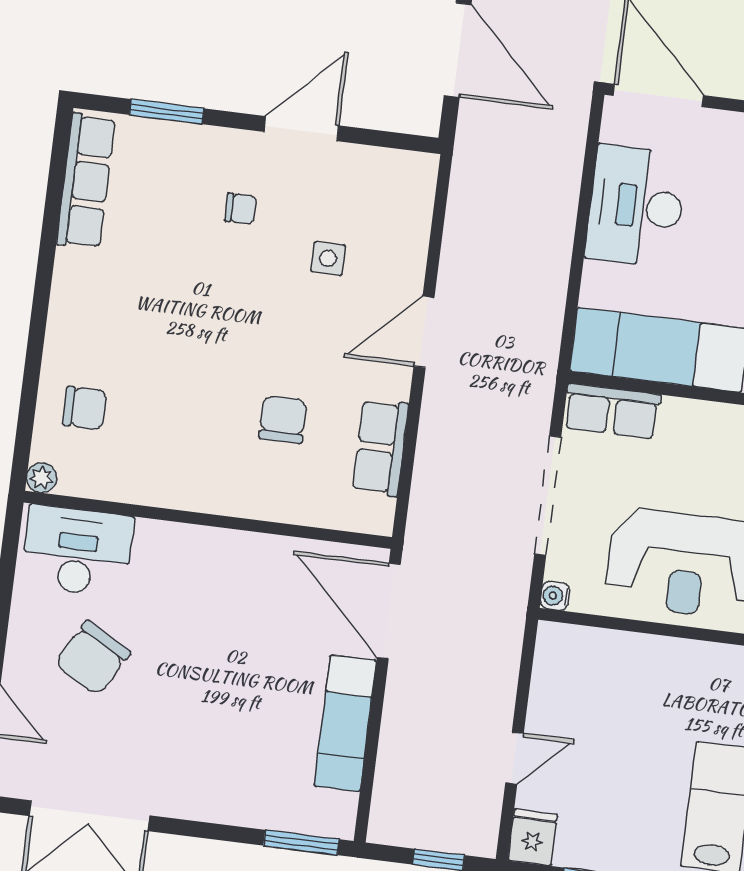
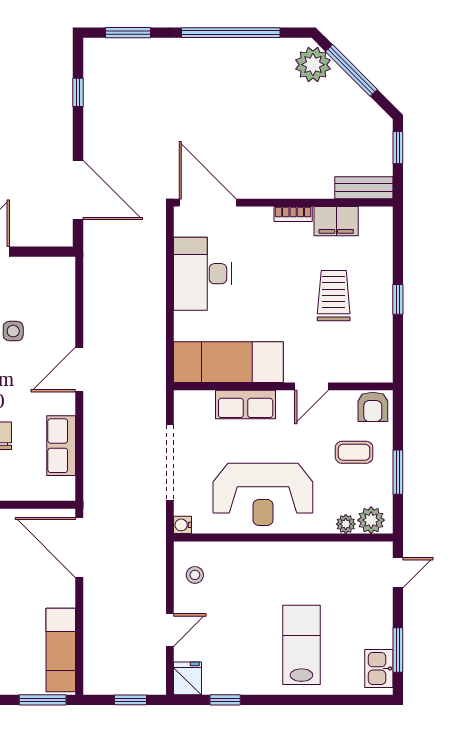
row of seats: (612, 411) -> (246, 404), moved
stool: (565, 677) -> (195, 575), added
exam couch: (345, 723) -> (61, 650), moved

